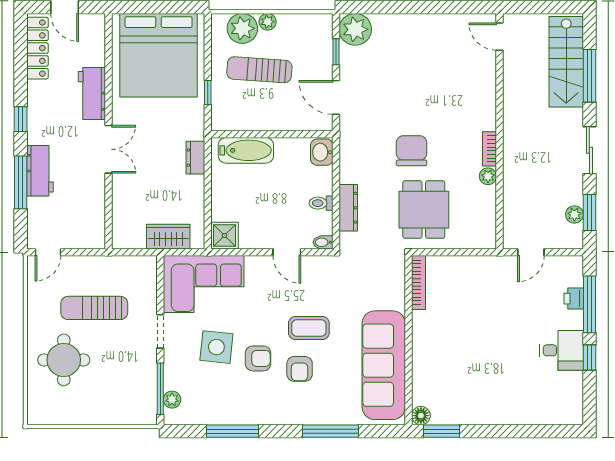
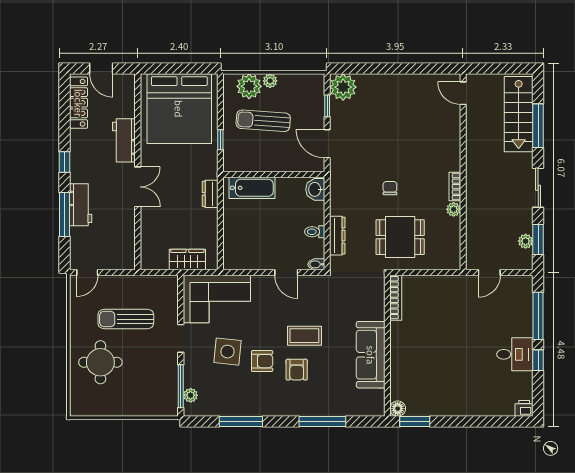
chair: (412, 151) -> (390, 188), width x0.54, depth x0.54
dining table: (424, 210) -> (400, 237), turned 90
shower: (224, 236) -> (234, 259), removed
printer: (574, 299) -> (524, 408), moved, turned 90
sofa: (384, 365) -> (371, 355), width x0.74, depth x0.79

